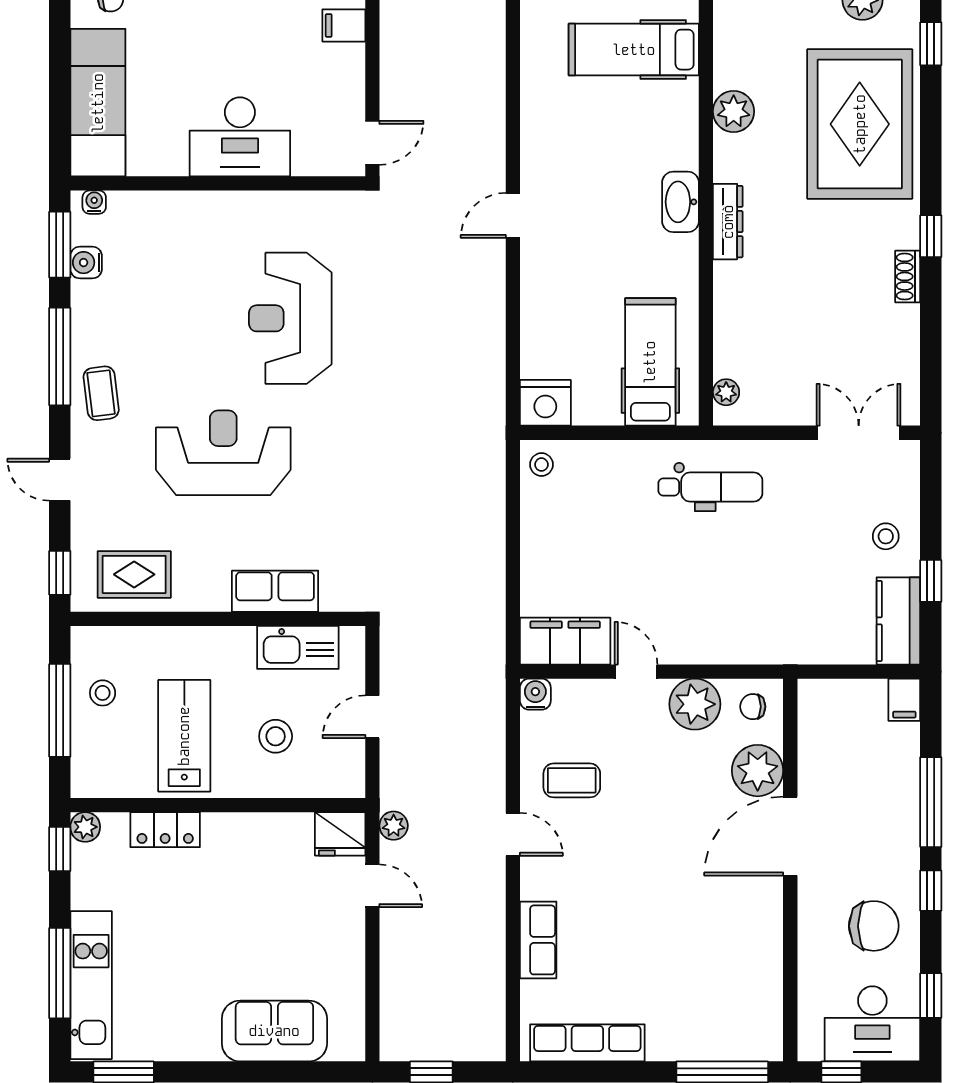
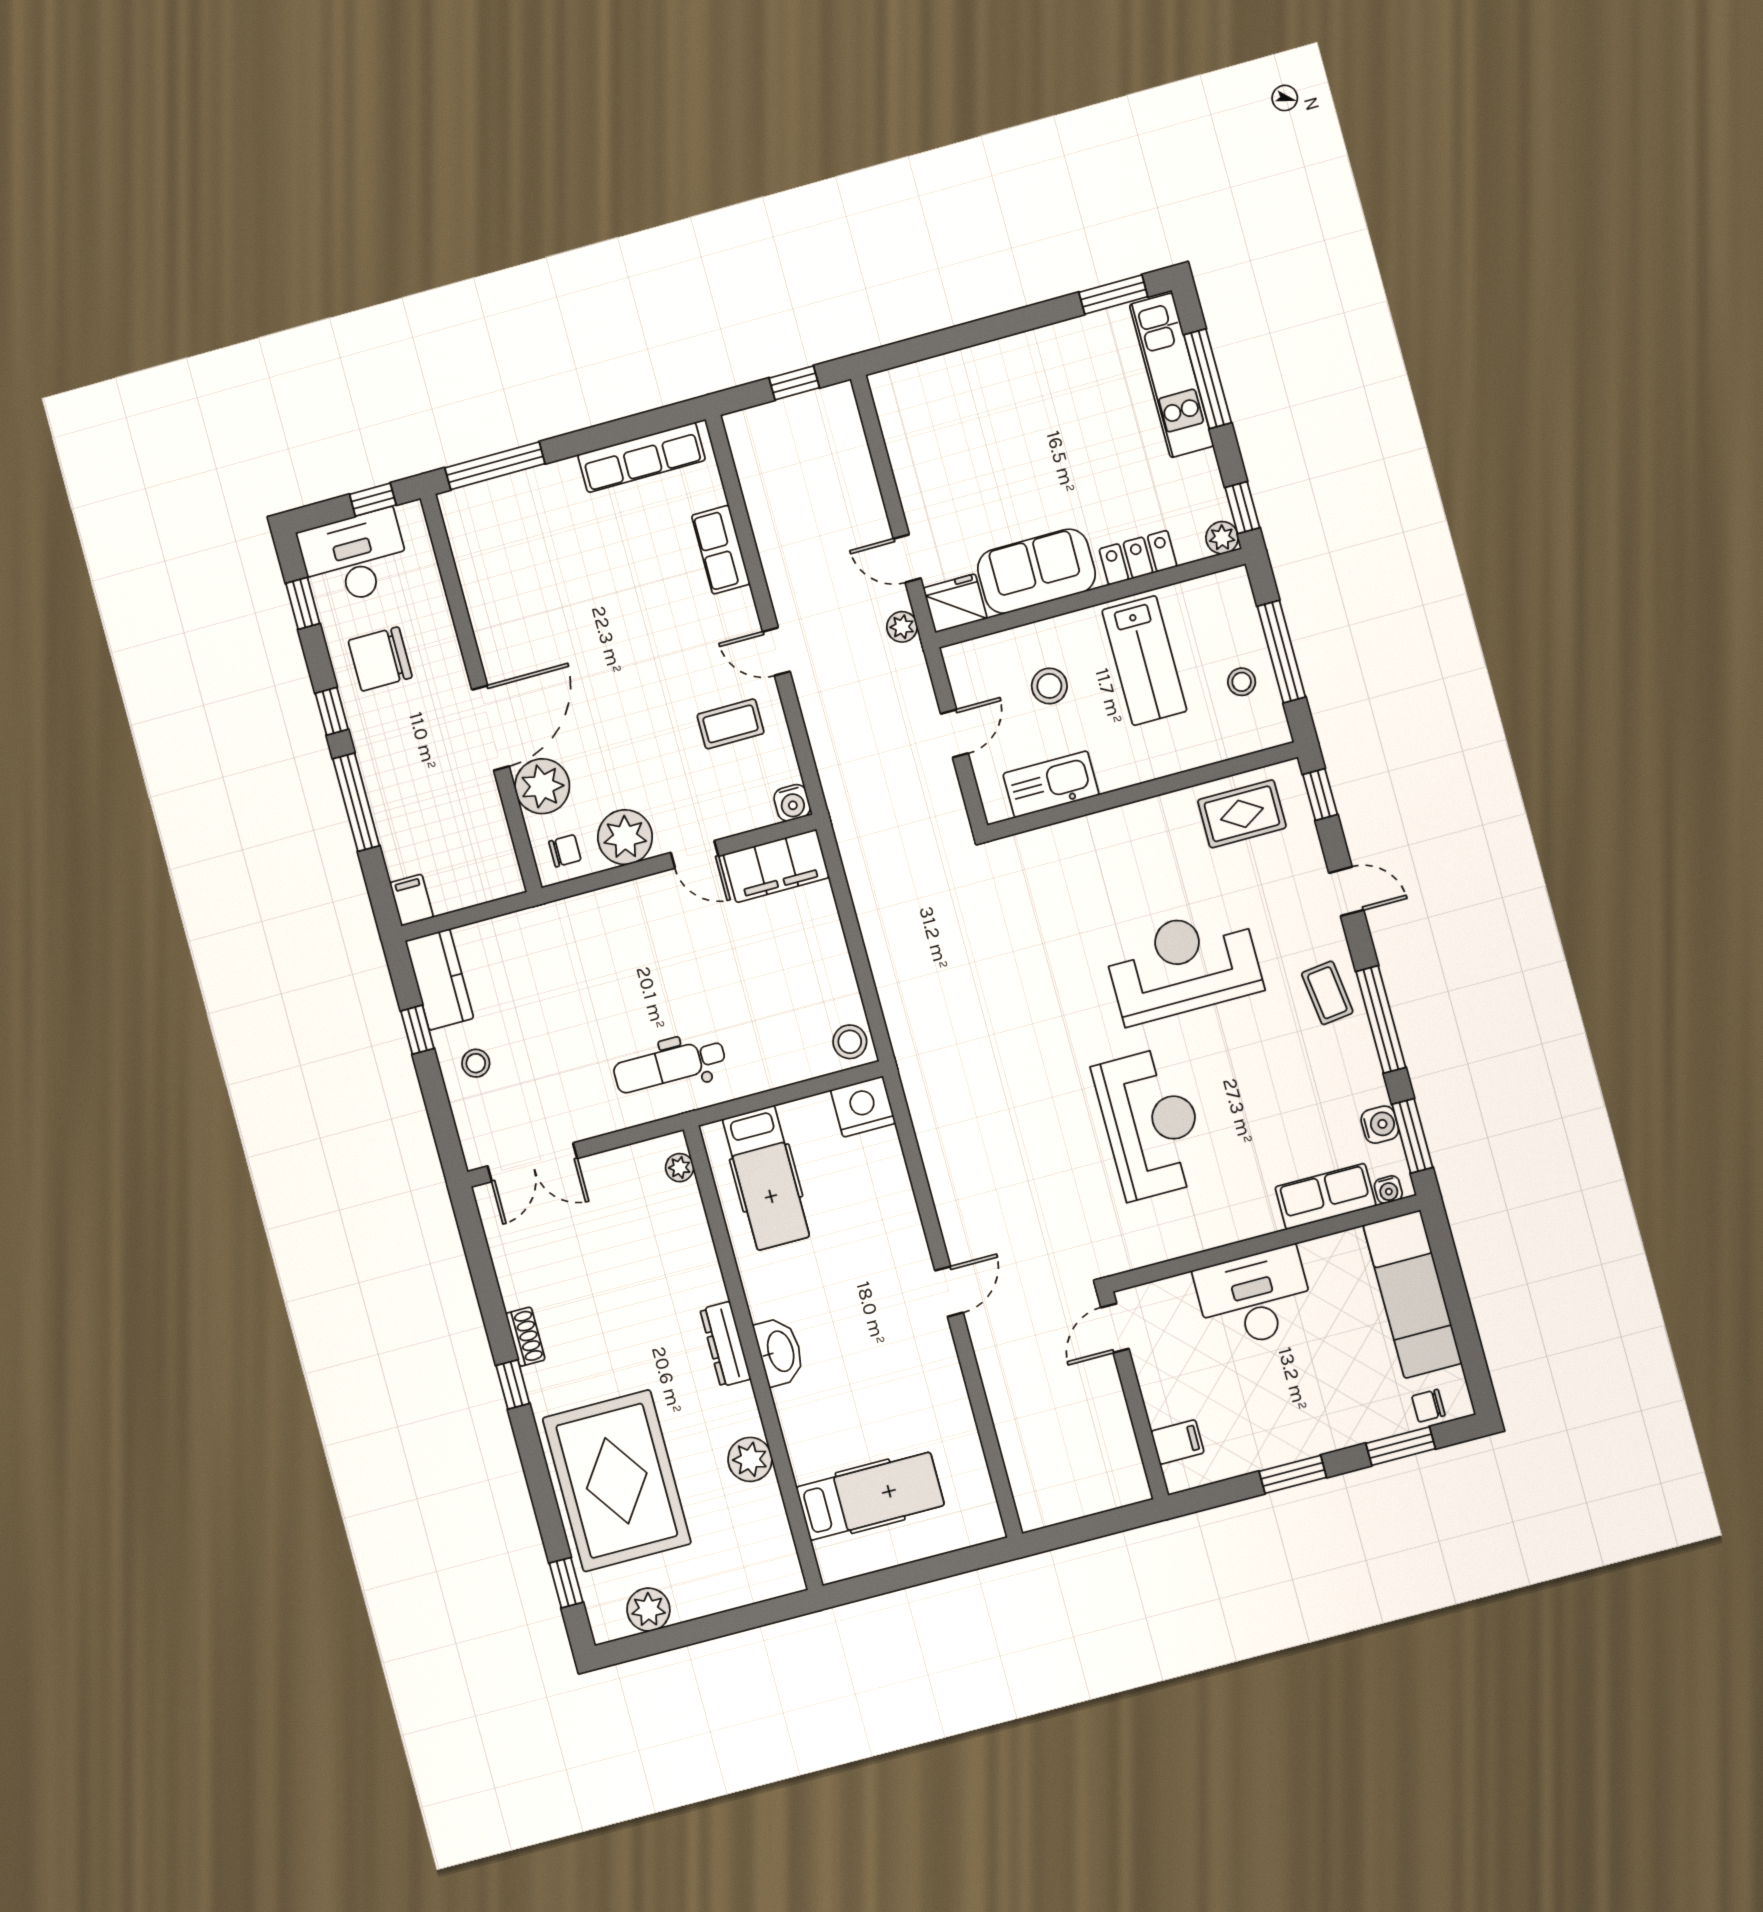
reception desk: (223, 453) -> (1183, 965), turned 180
stool: (541, 465) -> (850, 1042), width x1.37, depth x1.37
row of seats: (275, 591) -> (1326, 1196), moved, turned 180
sofa: (274, 1031) -> (1036, 571), moved, turned 180

